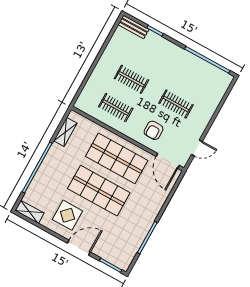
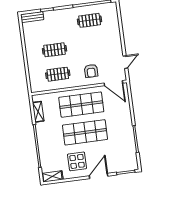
clothes rail: (176, 104) -> (90, 20), moved

